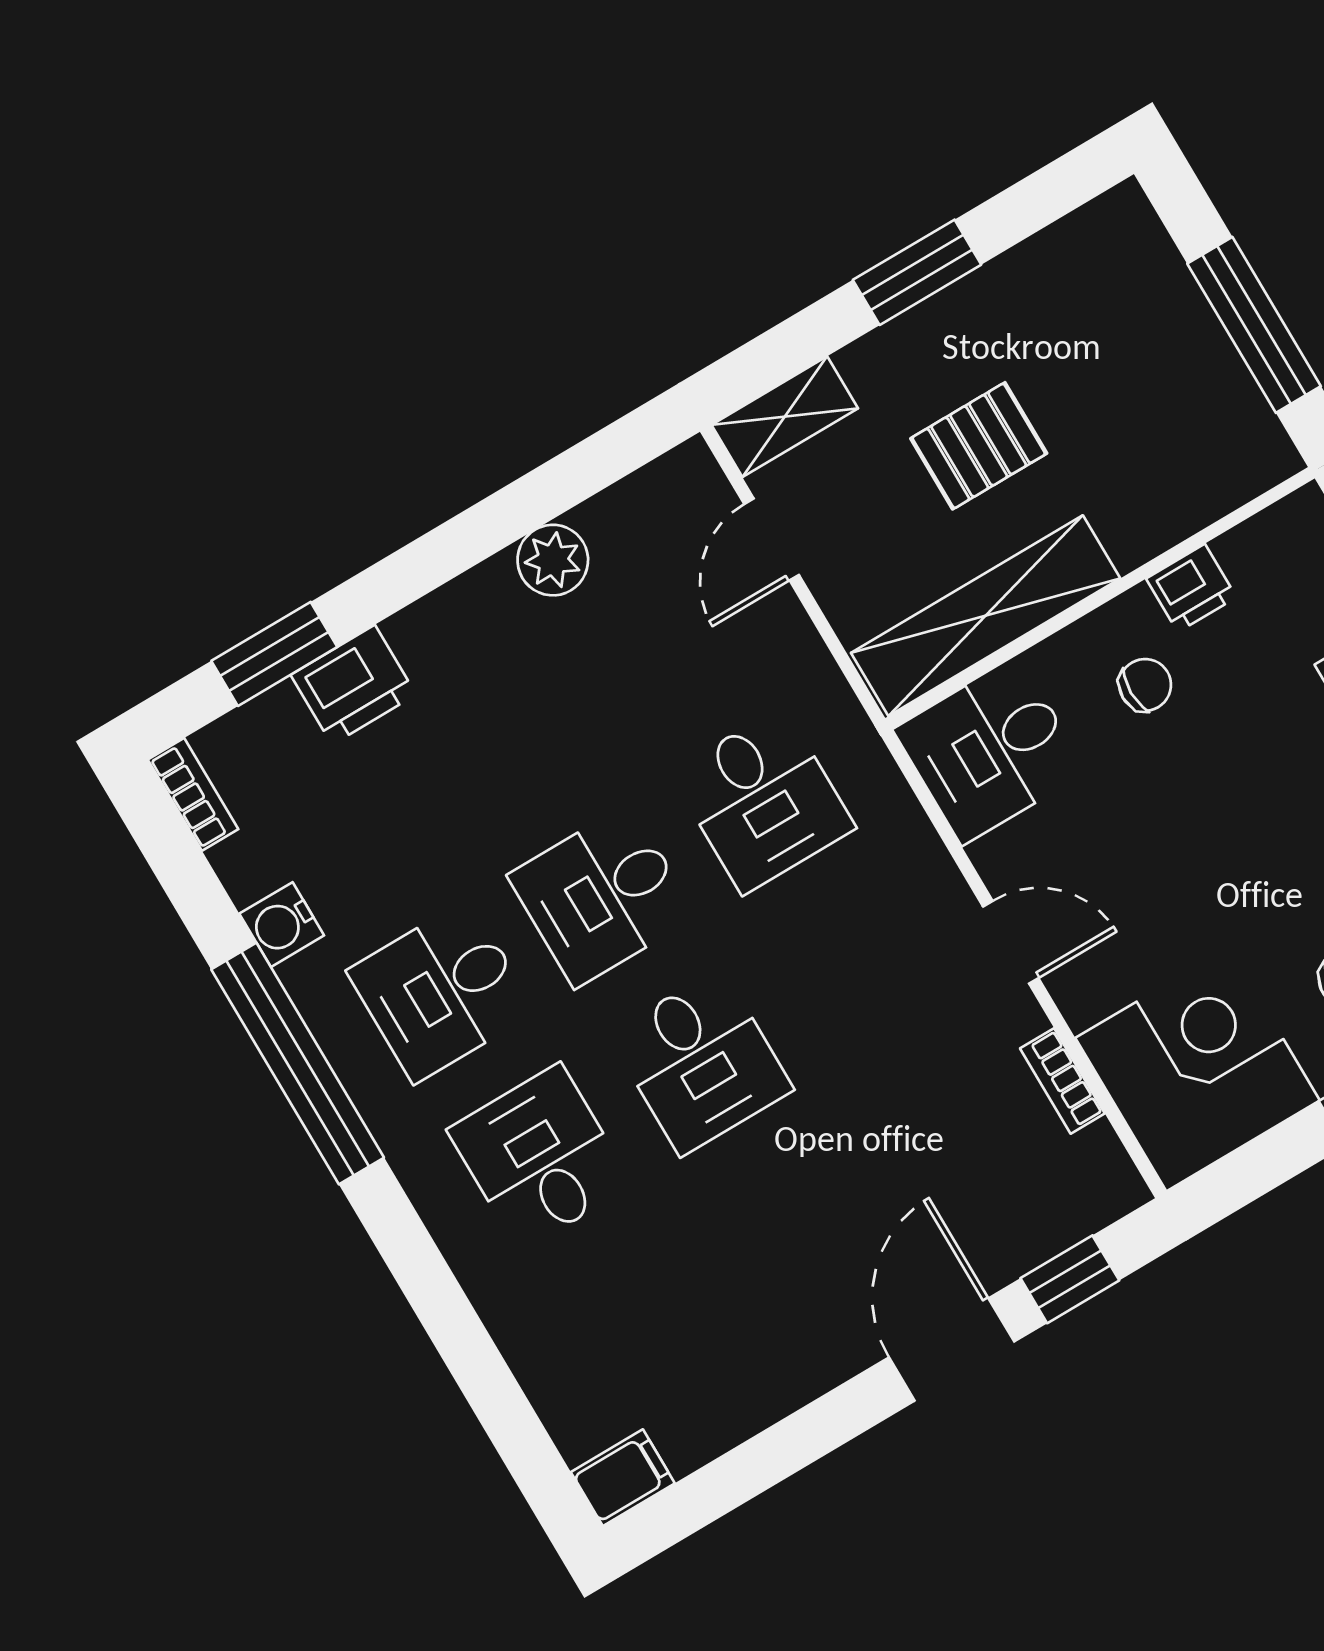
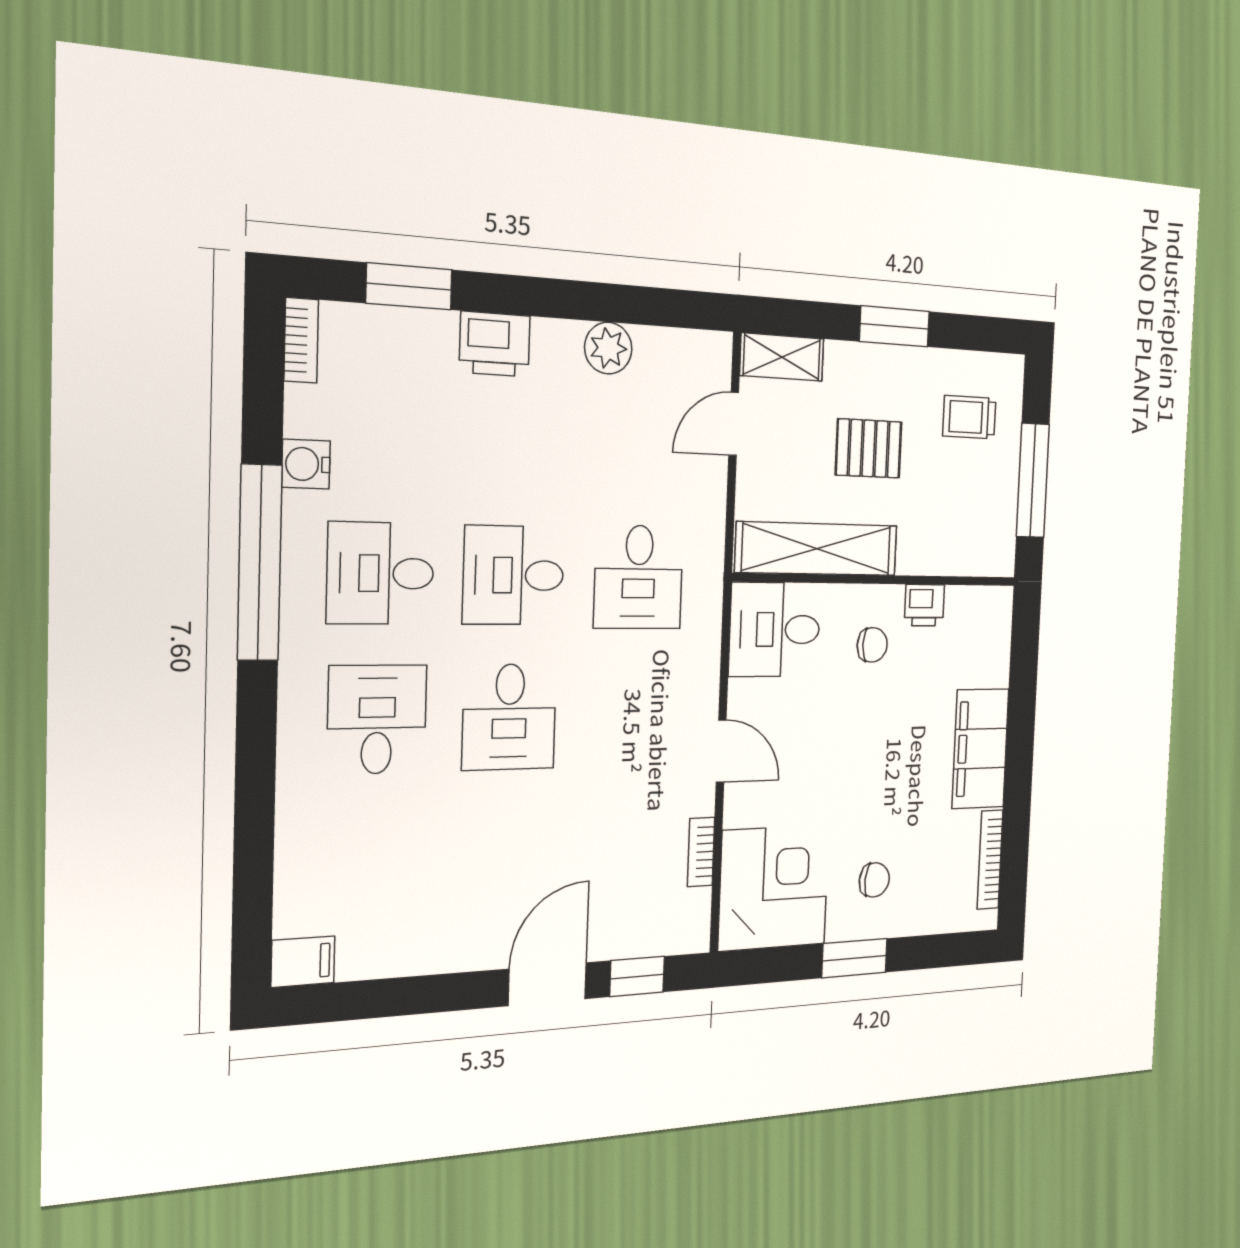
trolley: (1102, 309) -> (969, 417), added
printer: (353, 685) -> (495, 344), moved

